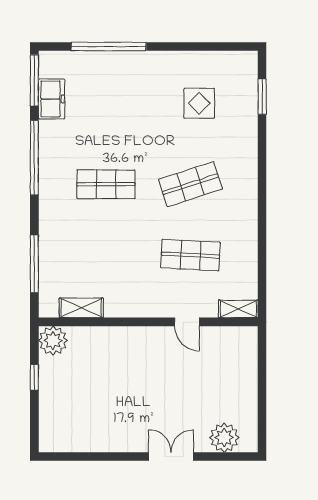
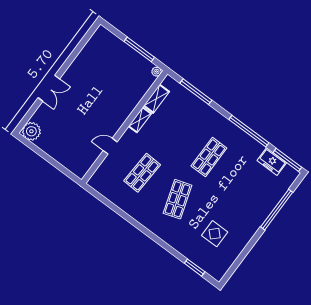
shelving: (238, 309) -> (140, 120), moved
plant: (53, 341) -> (157, 72), width x0.53, depth x0.53
window: (34, 377) -> (139, 49), width x2.17
plant: (224, 438) -> (31, 131), moved

